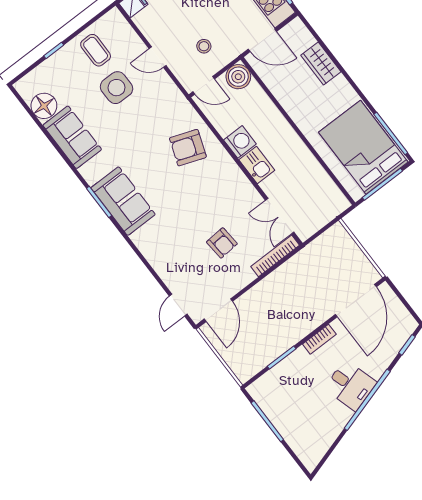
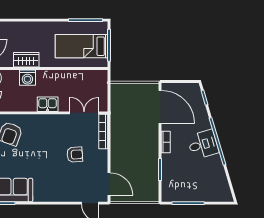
wardrobe: (321, 64) -> (26, 60), moved, turned 180
washing machine: (240, 142) -> (27, 78), moved, turned 180
bed: (363, 147) -> (81, 46), width x0.67
double door: (280, 216) -> (84, 113), swing flipped

